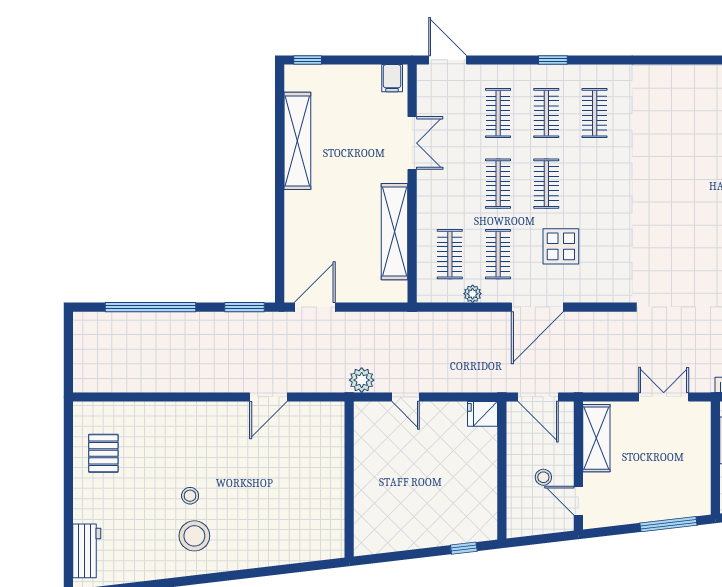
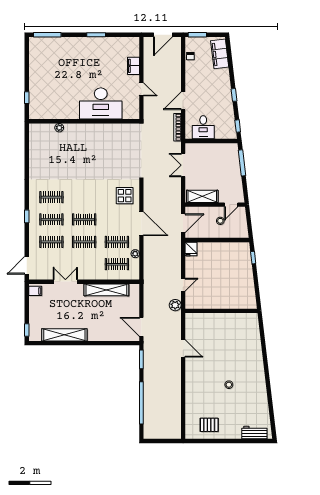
display table: (561, 246) -> (125, 196), moved
stool: (194, 536) -> (247, 383), removed

